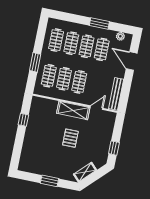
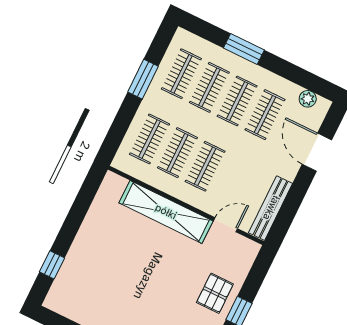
window: (99, 24) -> (244, 49), moved
window: (35, 62) -> (143, 79), moved
shelving: (73, 110) -> (166, 212), width x1.47
window: (23, 120) -> (52, 265), moved
pallet: (70, 138) -> (215, 293), moved

